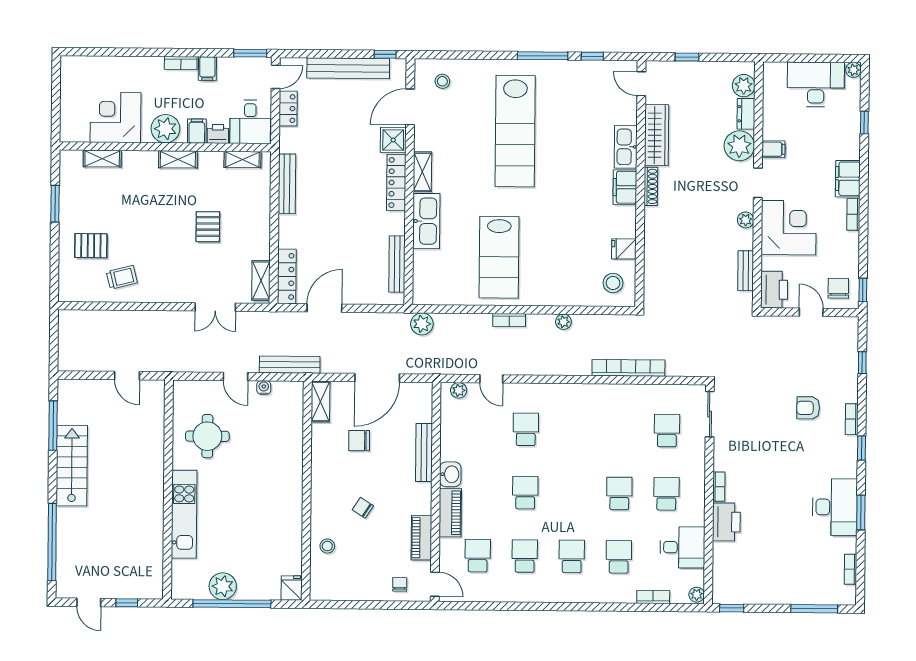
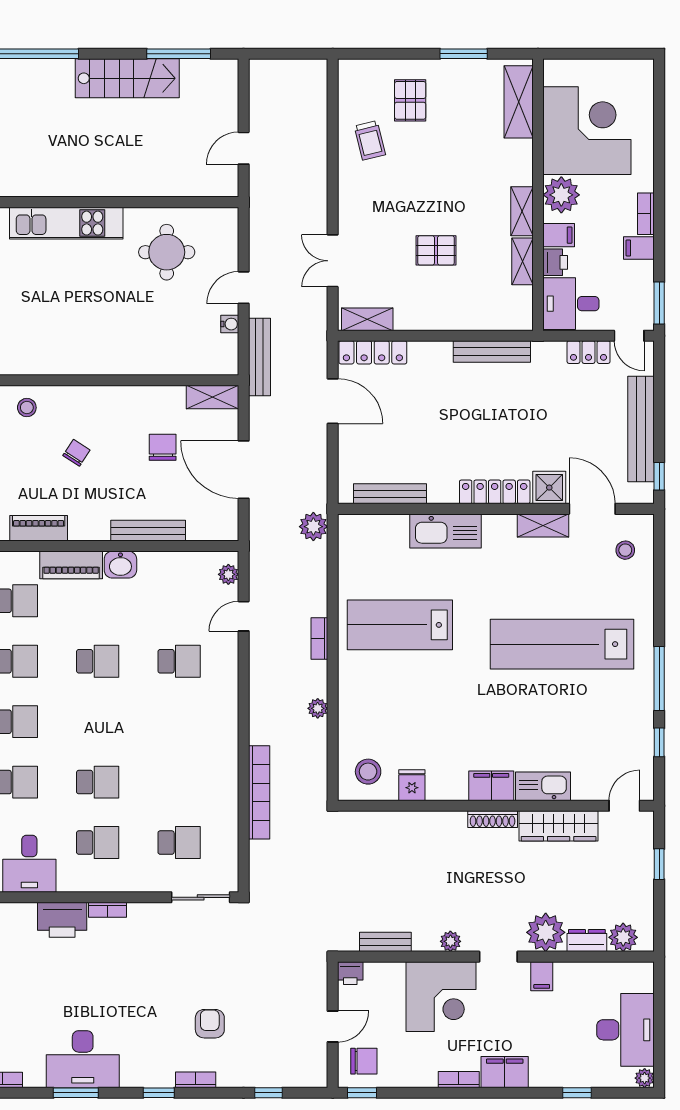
corner desk: (116, 117) -> (587, 131), width x1.36, depth x1.36
shelving: (102, 159) -> (519, 102), width x1.50, depth x1.33
shelving: (242, 160) -> (522, 261), moved
shelving: (422, 172) -> (543, 525), moved
printer: (774, 290) -> (350, 973), width x0.53, depth x0.68

